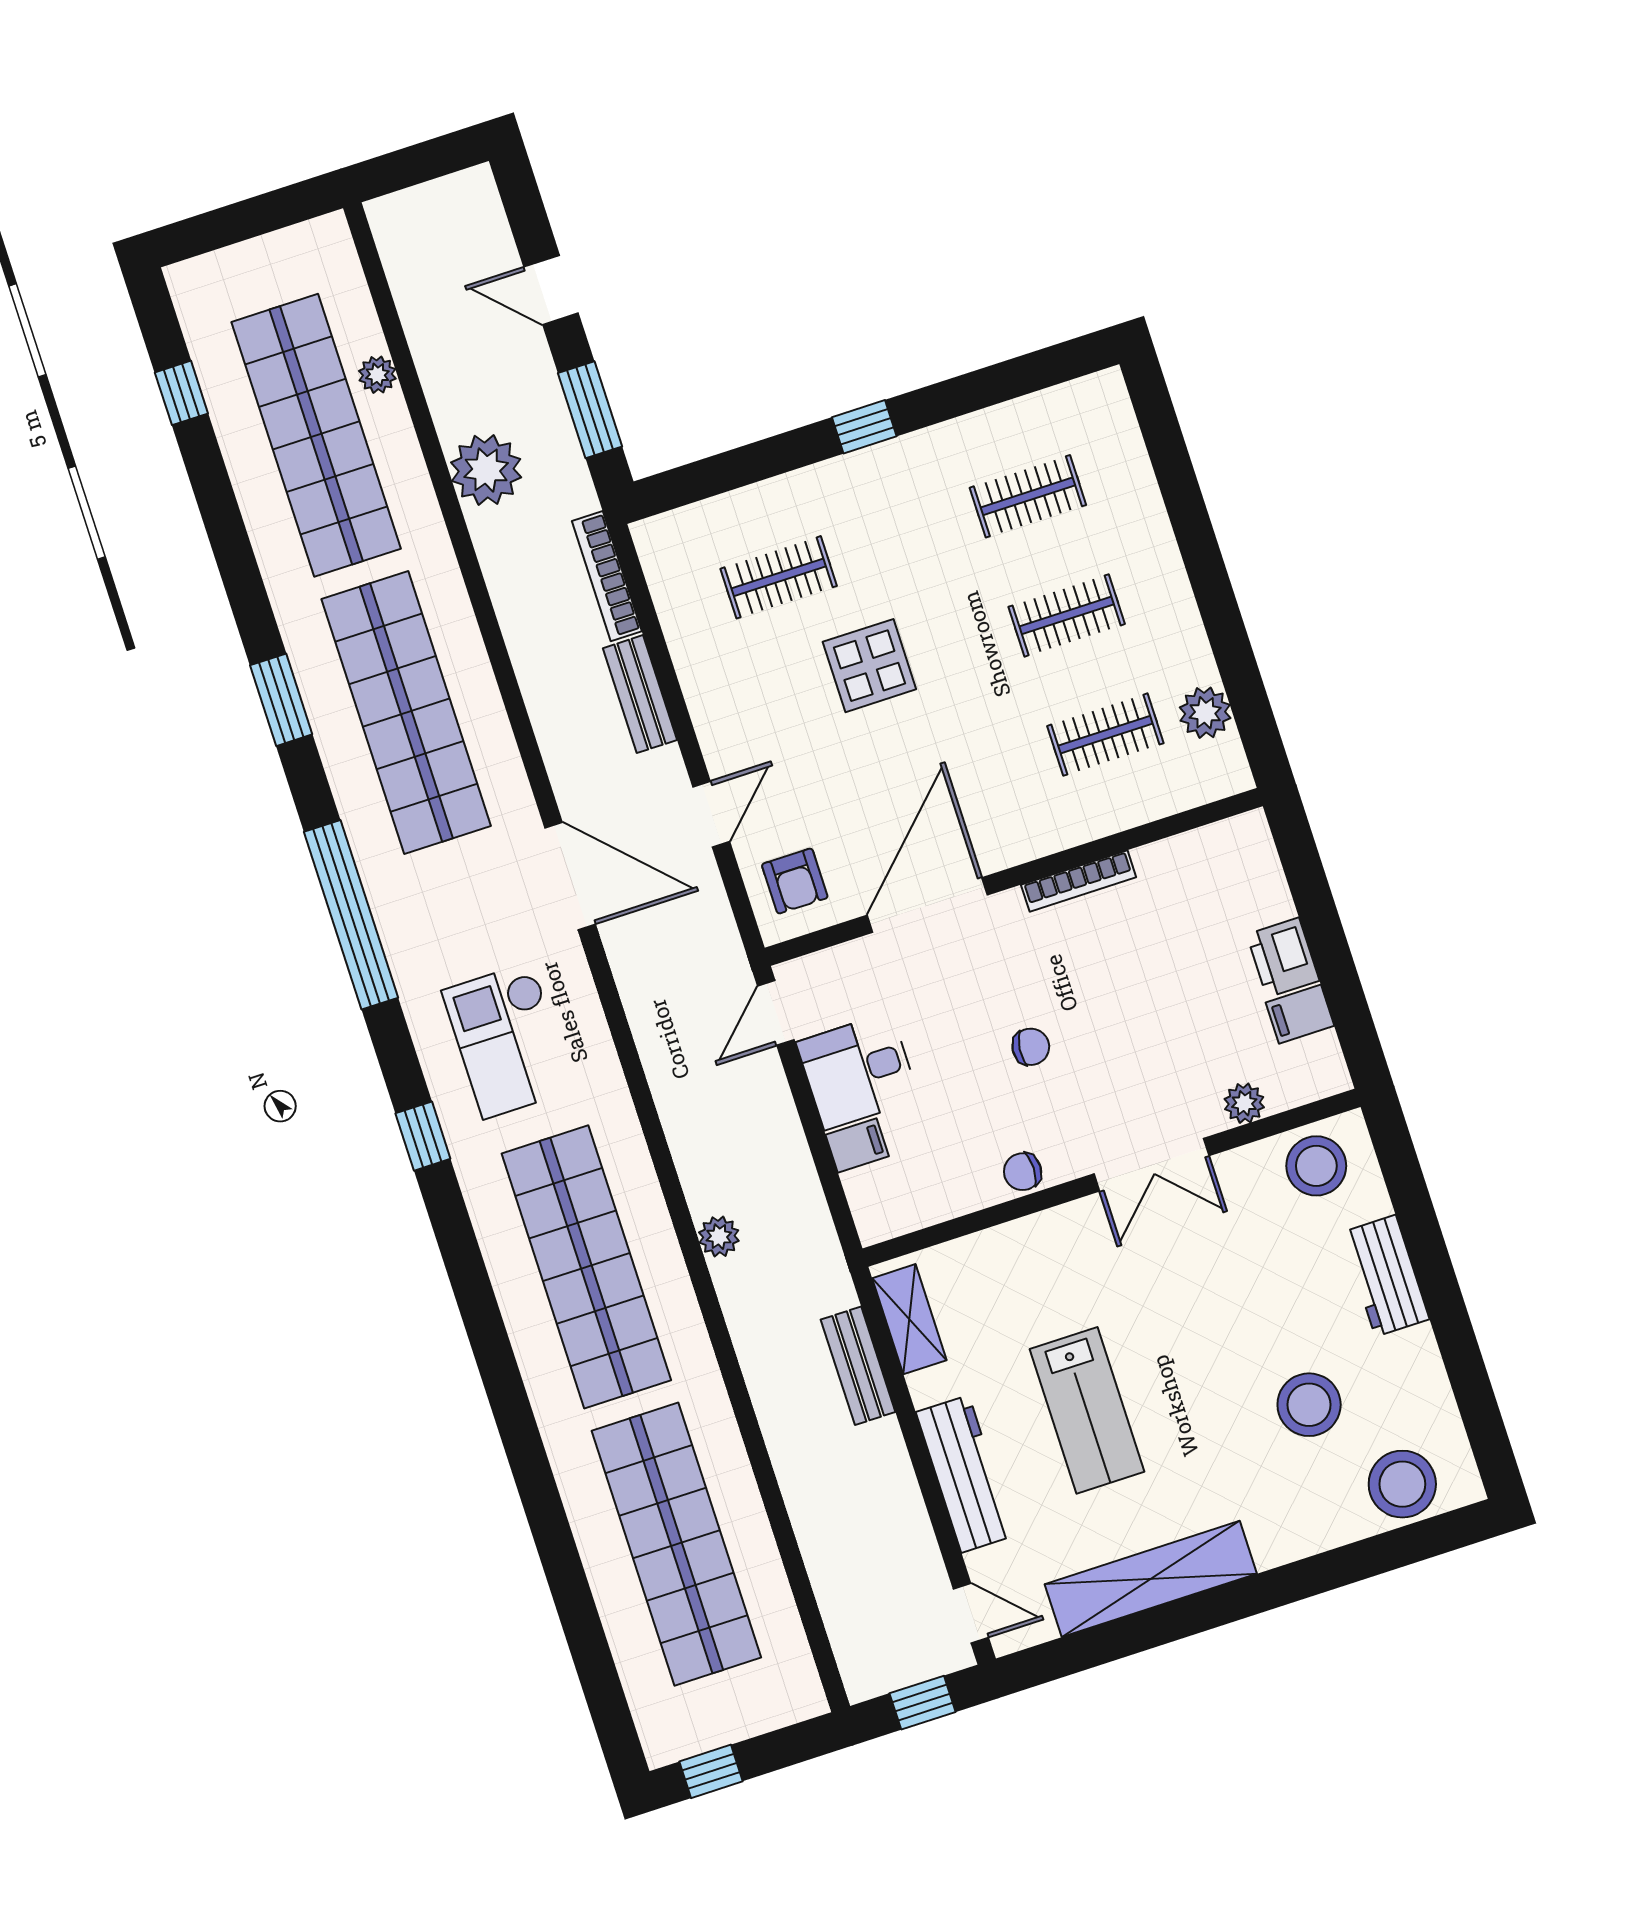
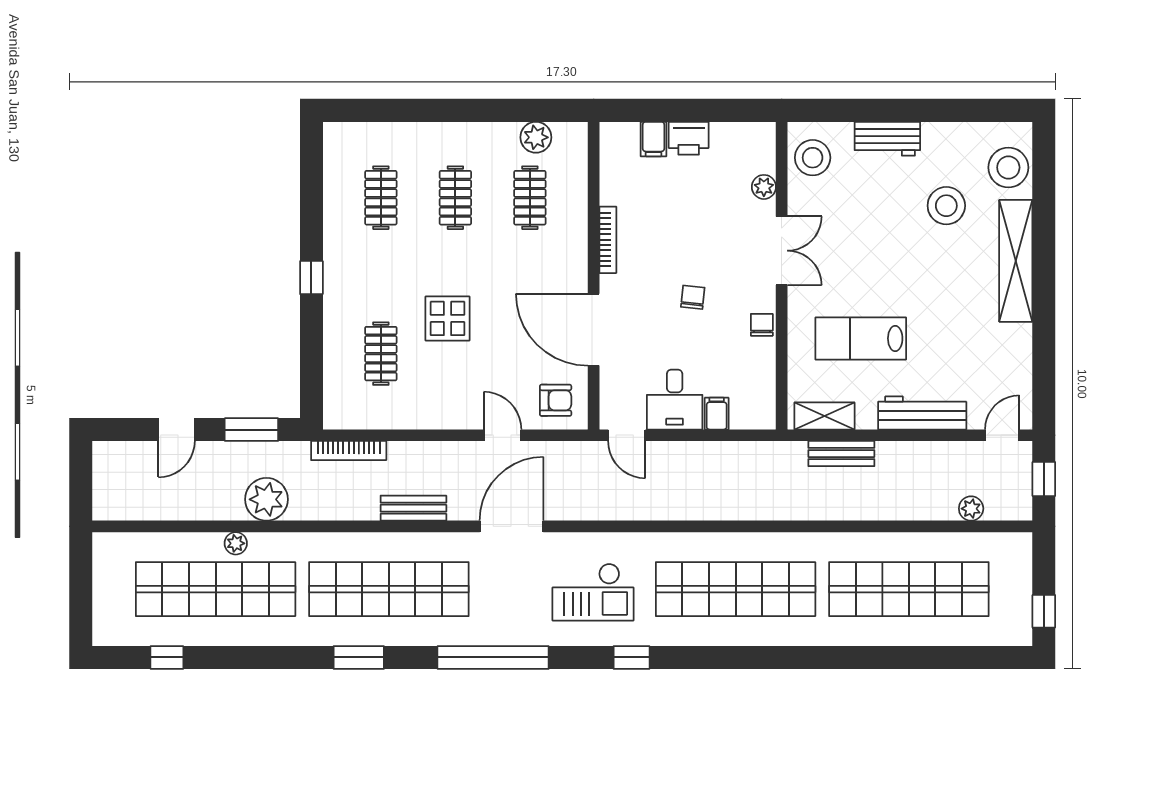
plant: (377, 375) -> (236, 543), moved
bench: (640, 694) -> (413, 508), moved
filing cabinet: (1300, 1014) -> (654, 139), moved
chair: (1023, 1172) -> (762, 325), turned 180
plant: (719, 1237) -> (971, 509), moved
lab bench: (1087, 1410) -> (861, 338), moved, turned 180
shelving: (1151, 1579) -> (1016, 261), moved

